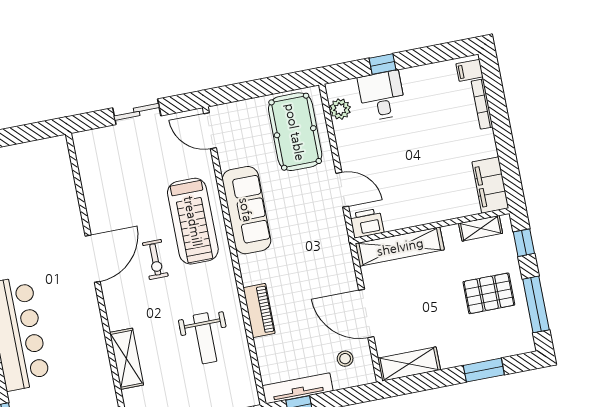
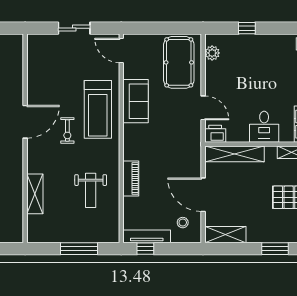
desk: (382, 96) -> (264, 127), moved, turned 180
sofa: (246, 210) -> (136, 101), width x0.73

